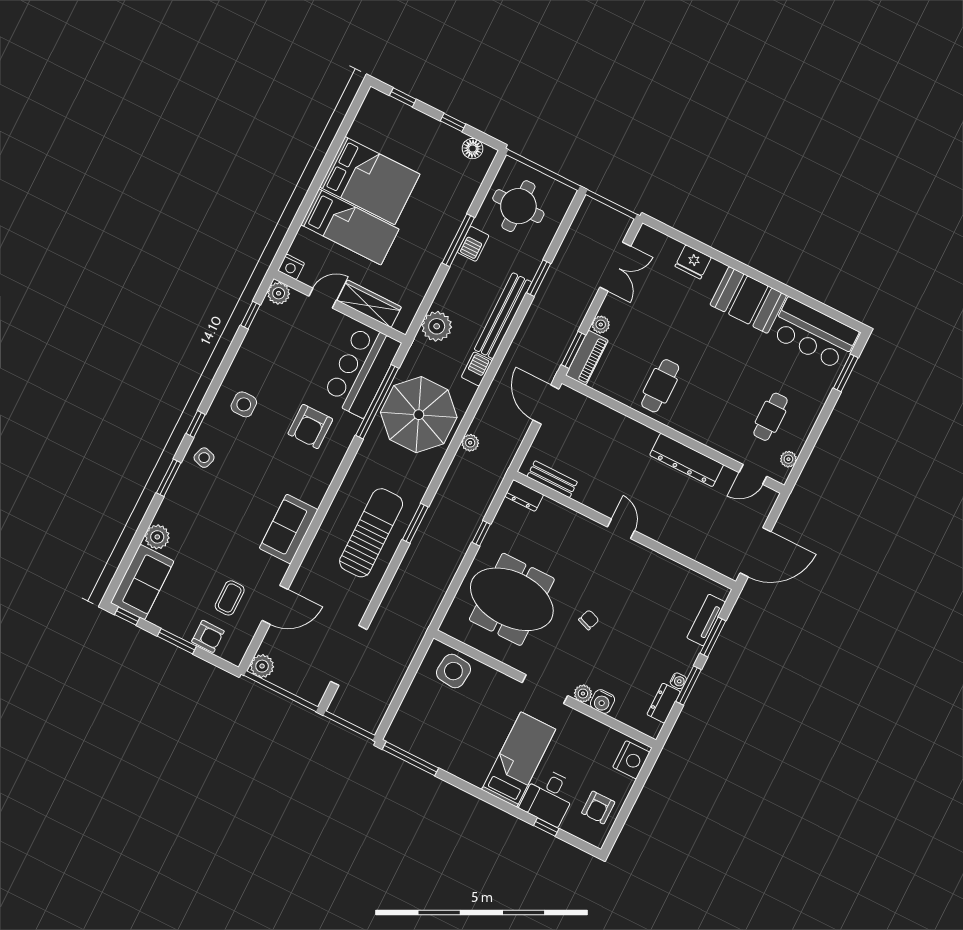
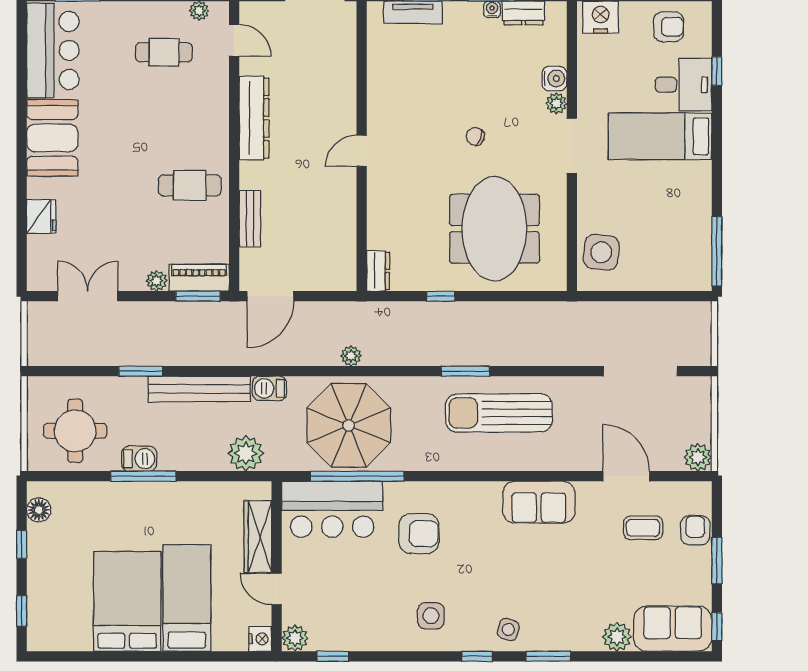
bench: (552, 479) -> (250, 219), moved

